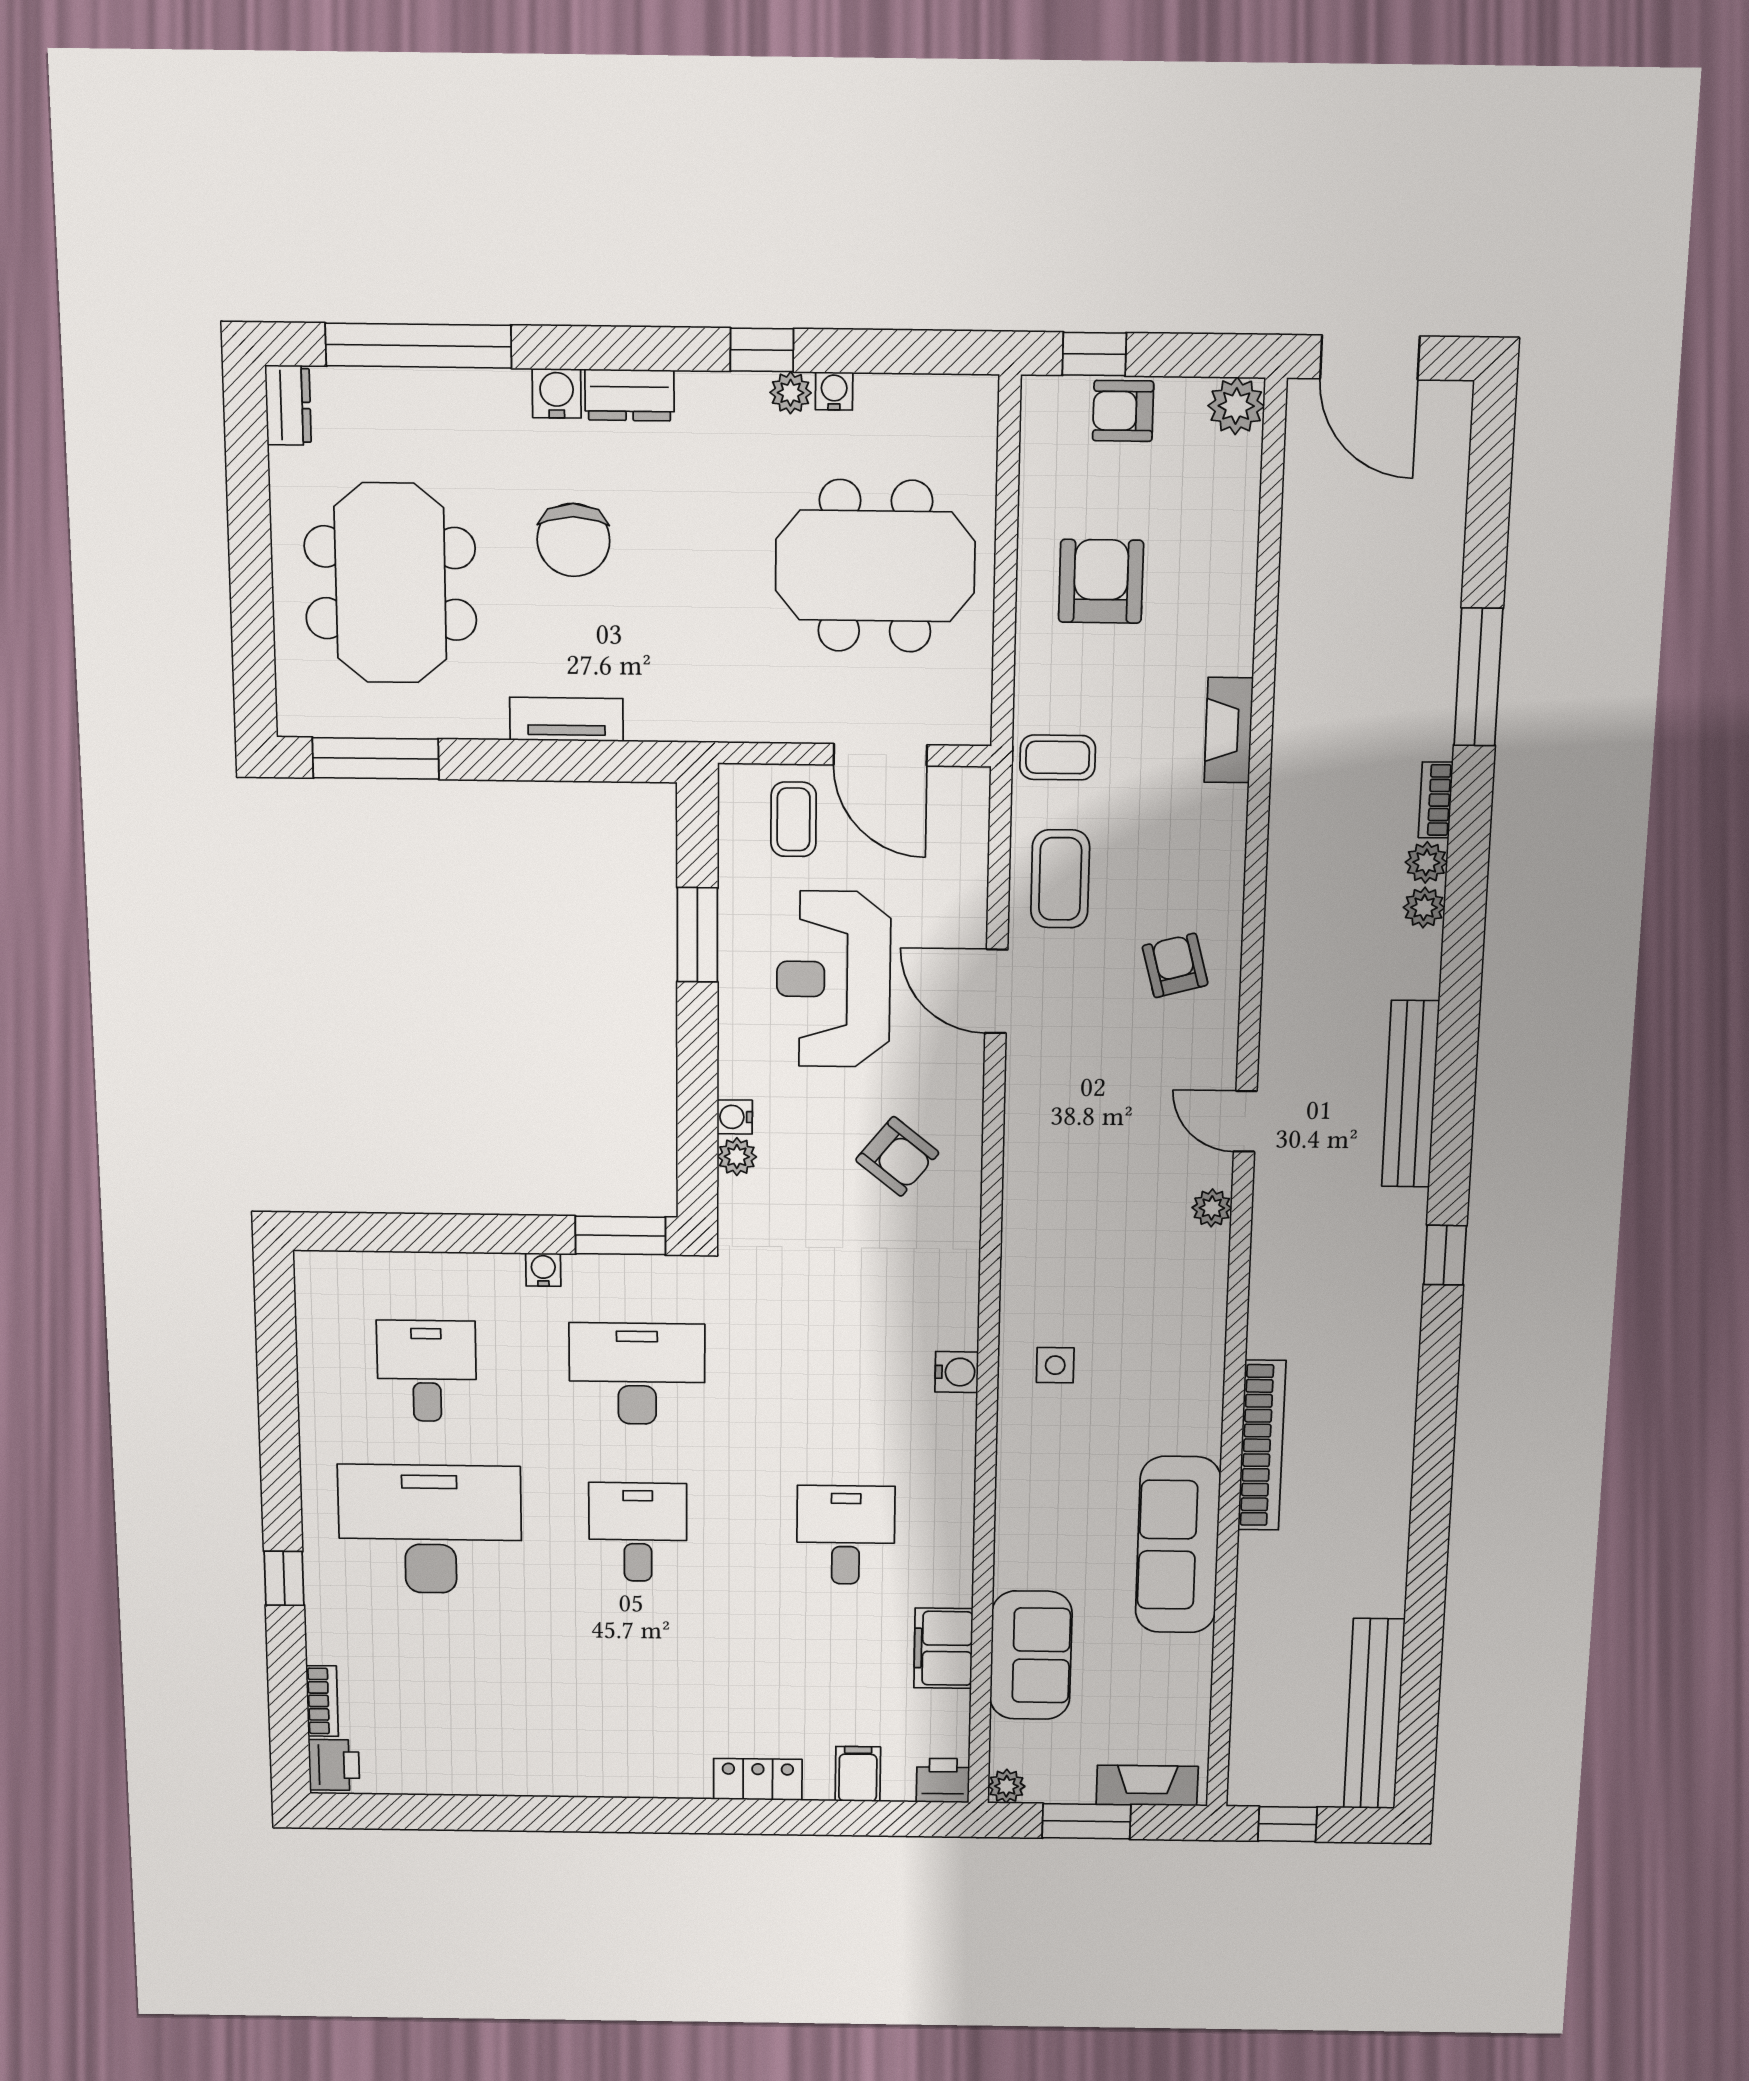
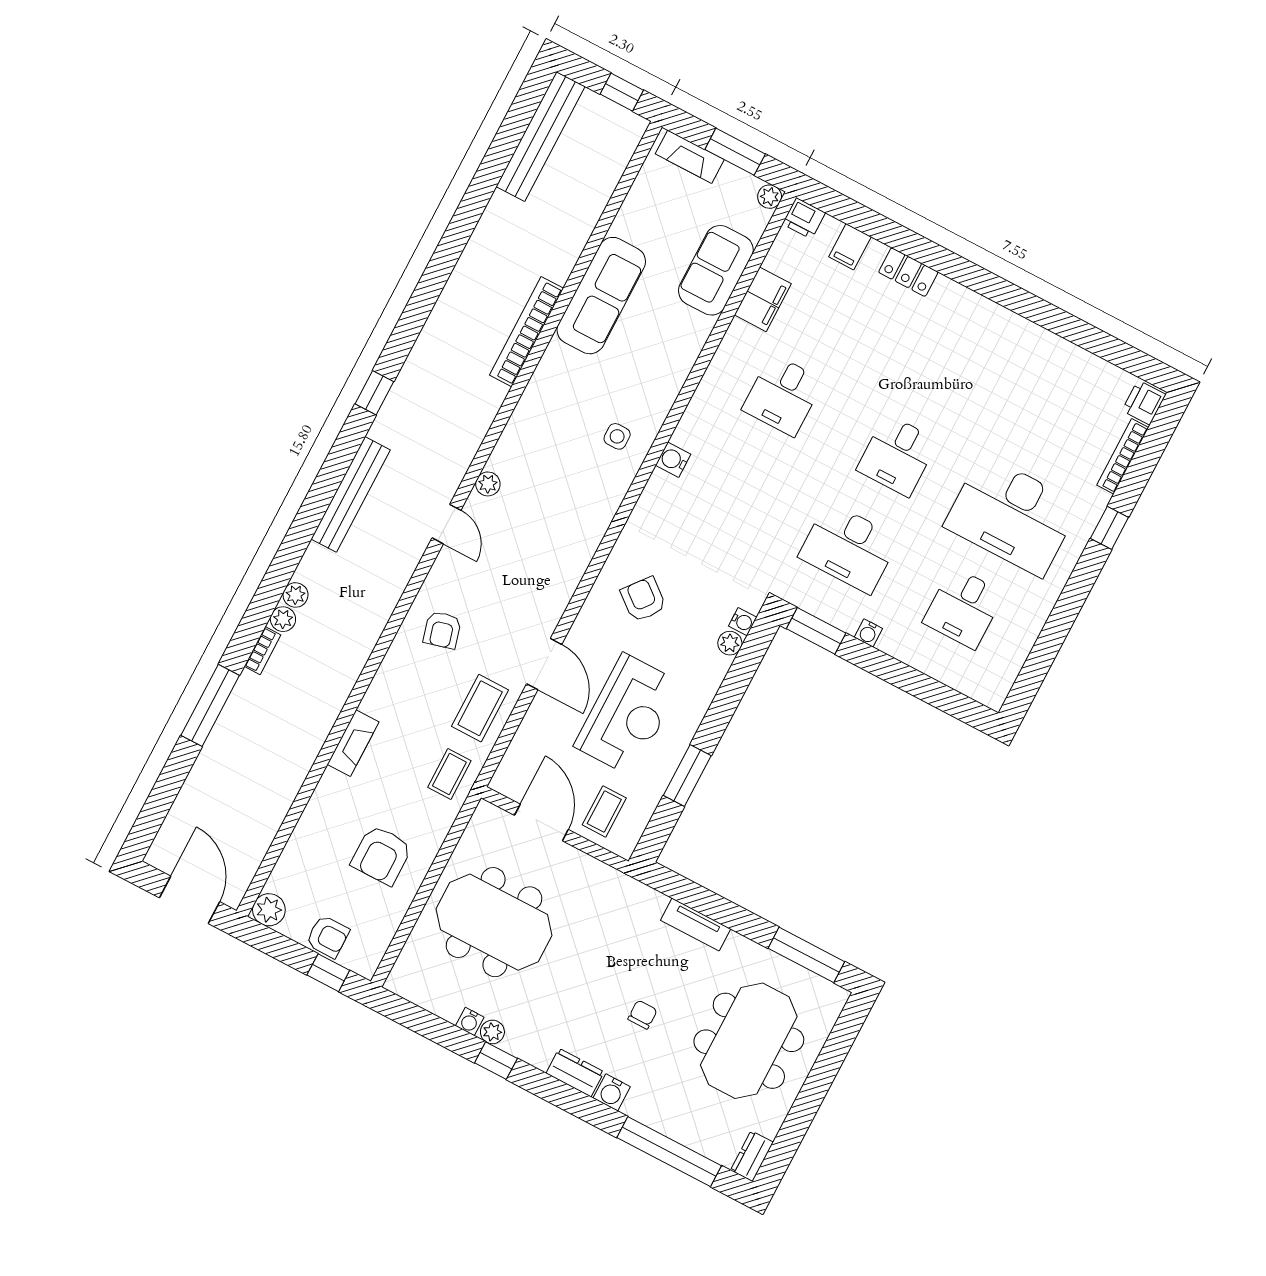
chair: (573, 540) -> (643, 1015), width x0.54, depth x0.54
coffee table: (1058, 757) -> (449, 774), turned 90
water cooler: (735, 1117) -> (743, 622), moved
bookcase: (322, 1701) -> (1123, 456), width x1.56

